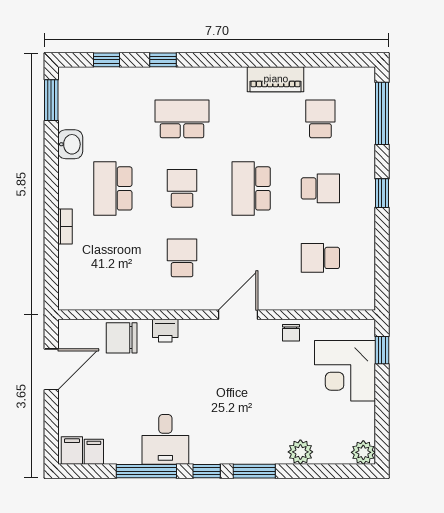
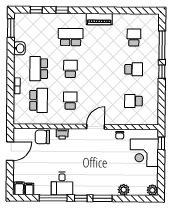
piano: (276, 79) -> (99, 19), moved
window: (382, 113) -> (162, 45), moved
school desk: (251, 188) -> (39, 100), moved, turned 180

